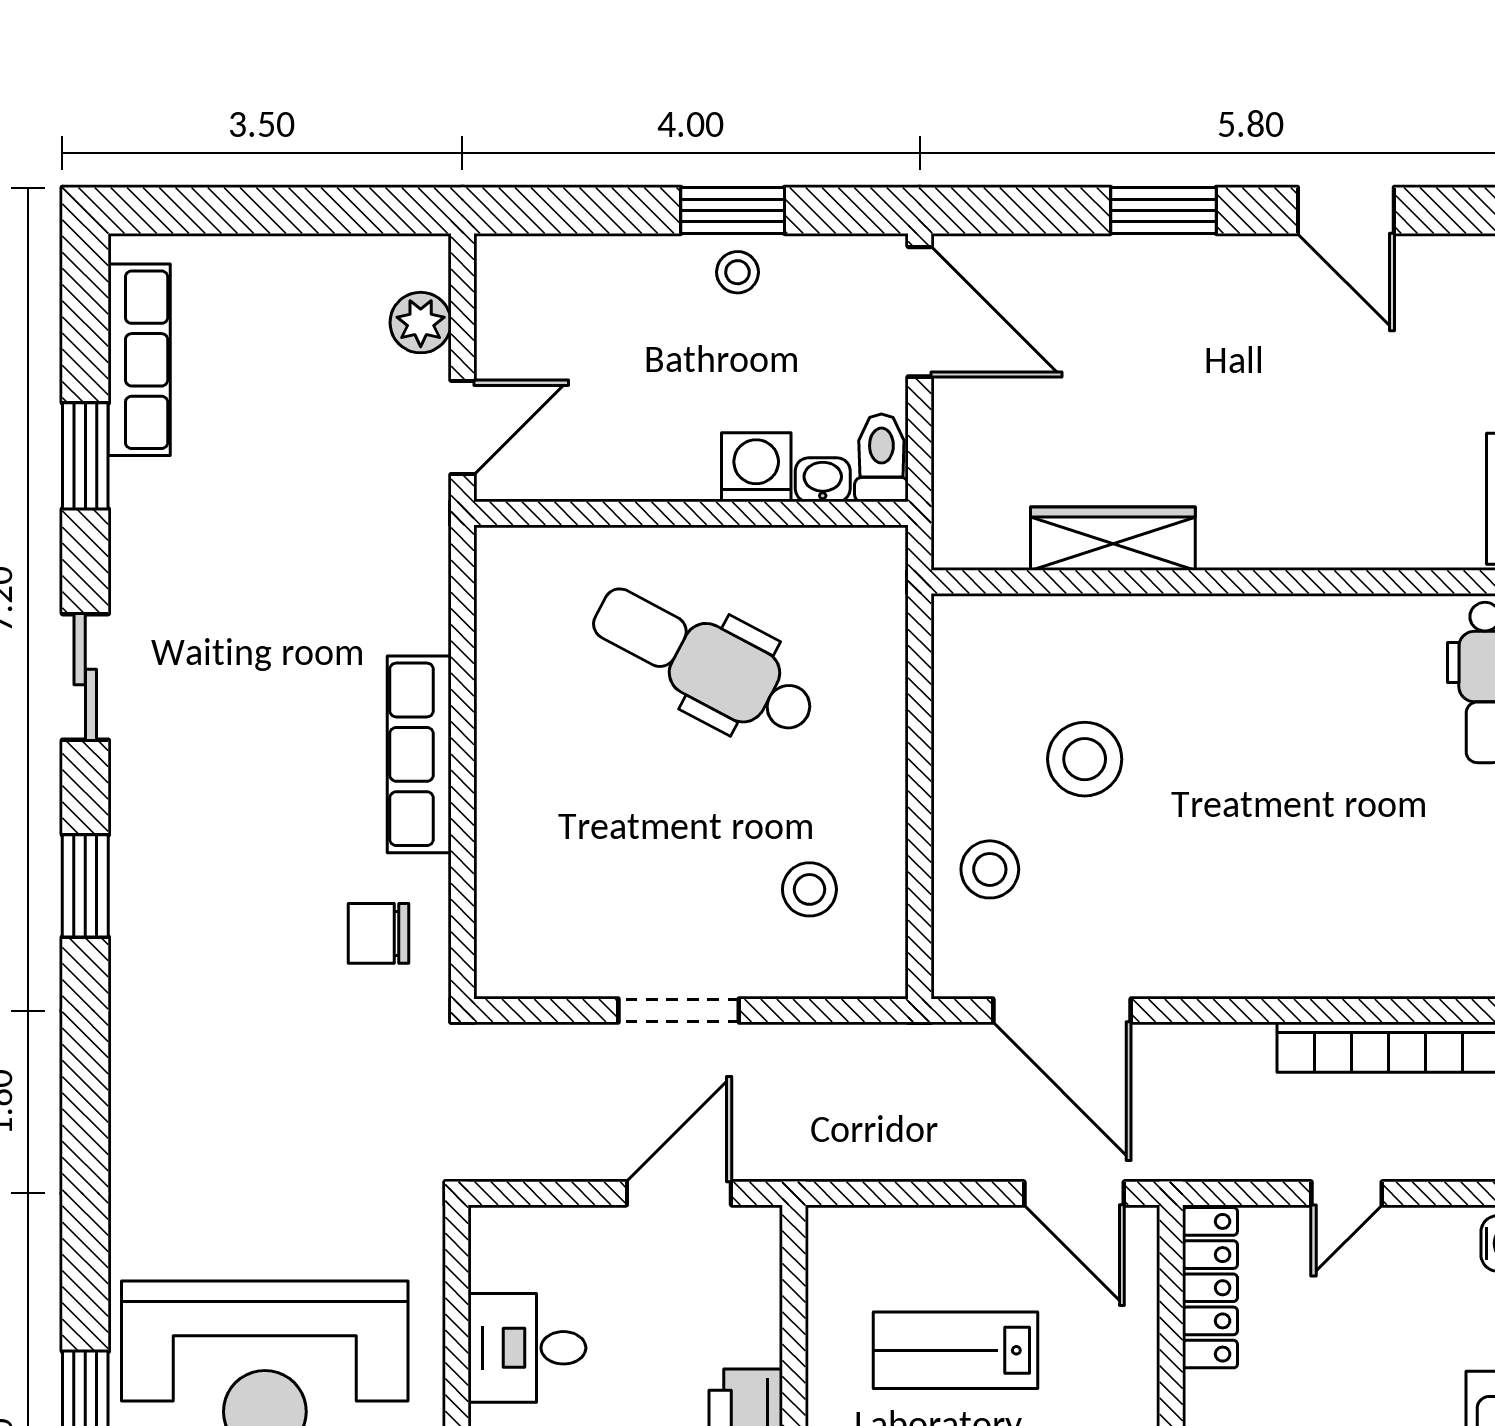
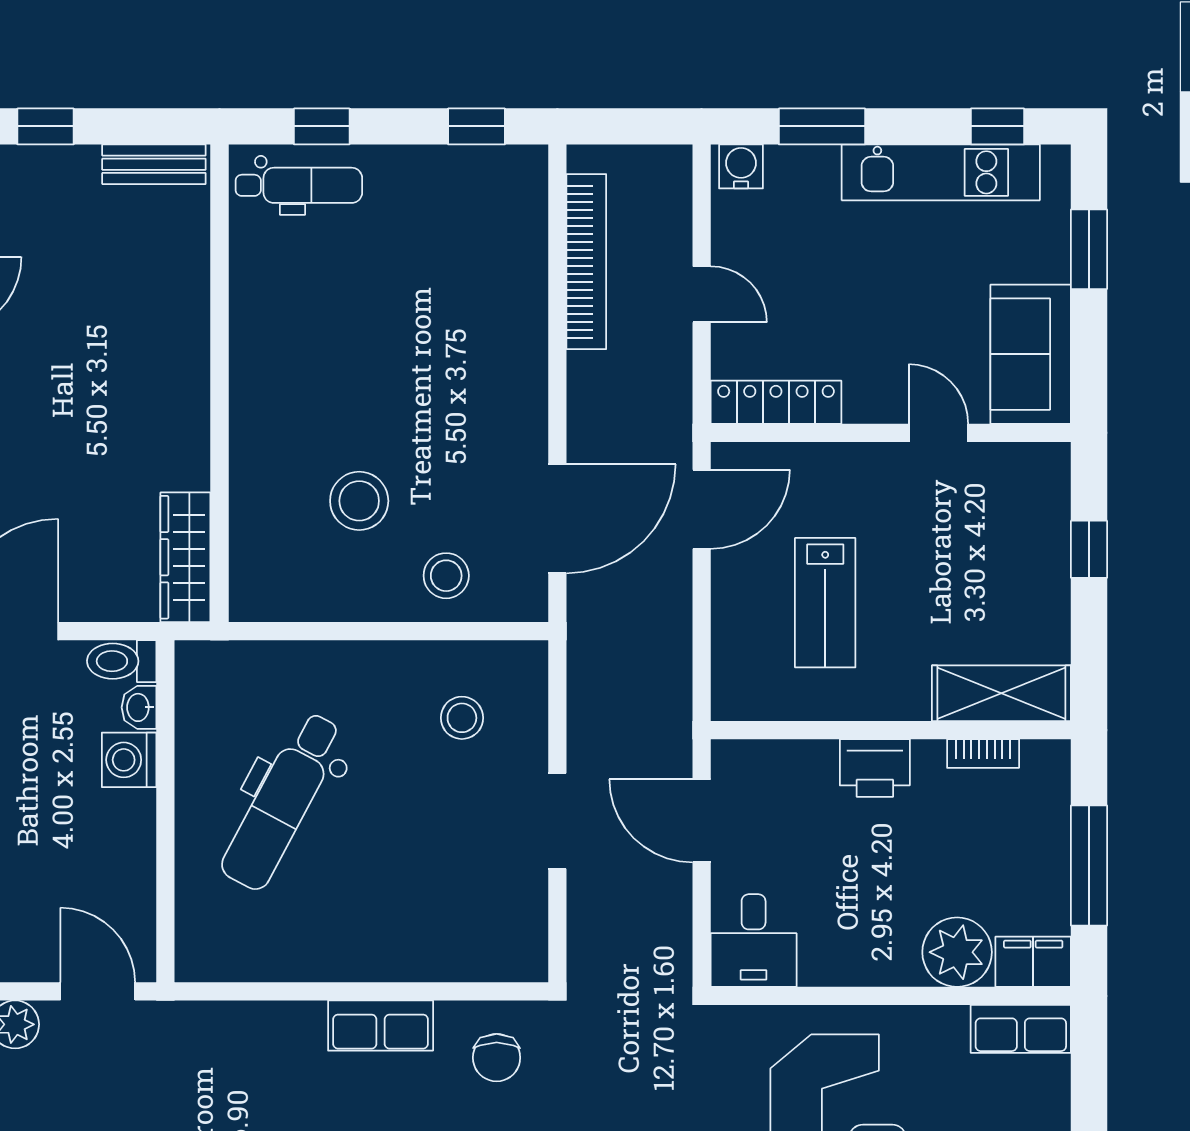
wardrobe: (1113, 539) -> (185, 557), moved
row of seats: (419, 754) -> (381, 1026), width x0.68
desk: (527, 1348) -> (754, 941), moved

